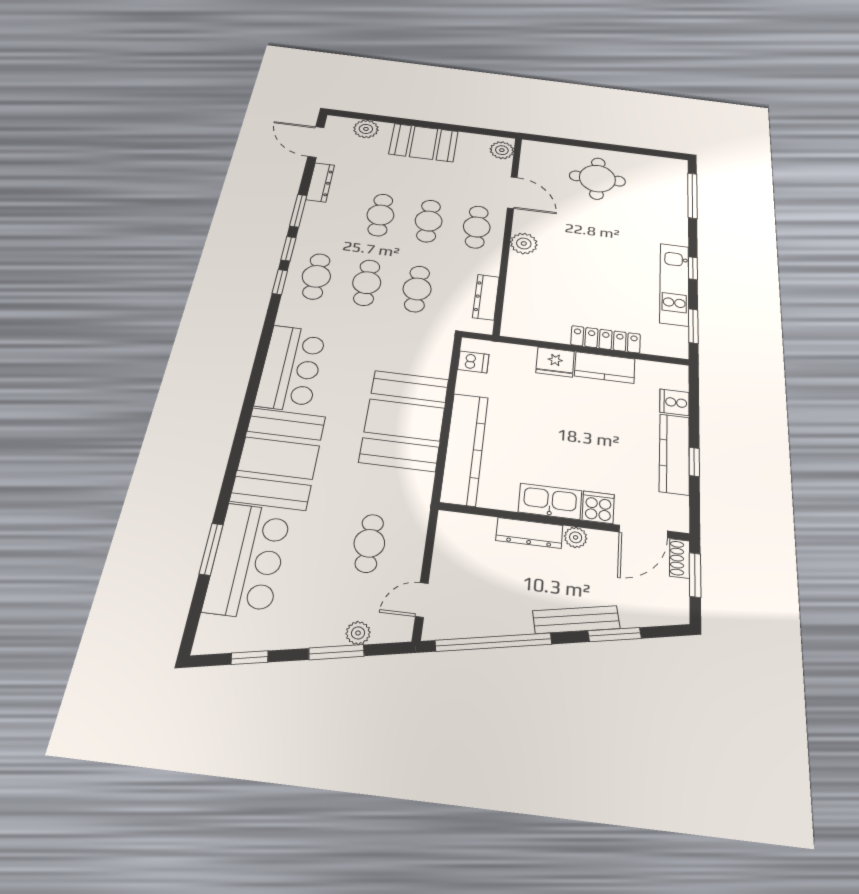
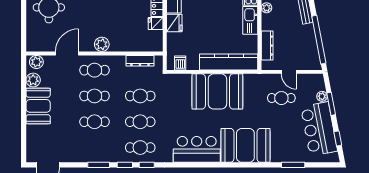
plant: (366, 129) -> (33, 80), moved
dresser: (320, 182) -> (77, 157), removed
fridge: (556, 331) -> (156, 24), added
dresser: (529, 533) -> (267, 46), moved
bar counter: (248, 560) -> (319, 129), moved, turned -101
door: (422, 600) -> (289, 72), moved

